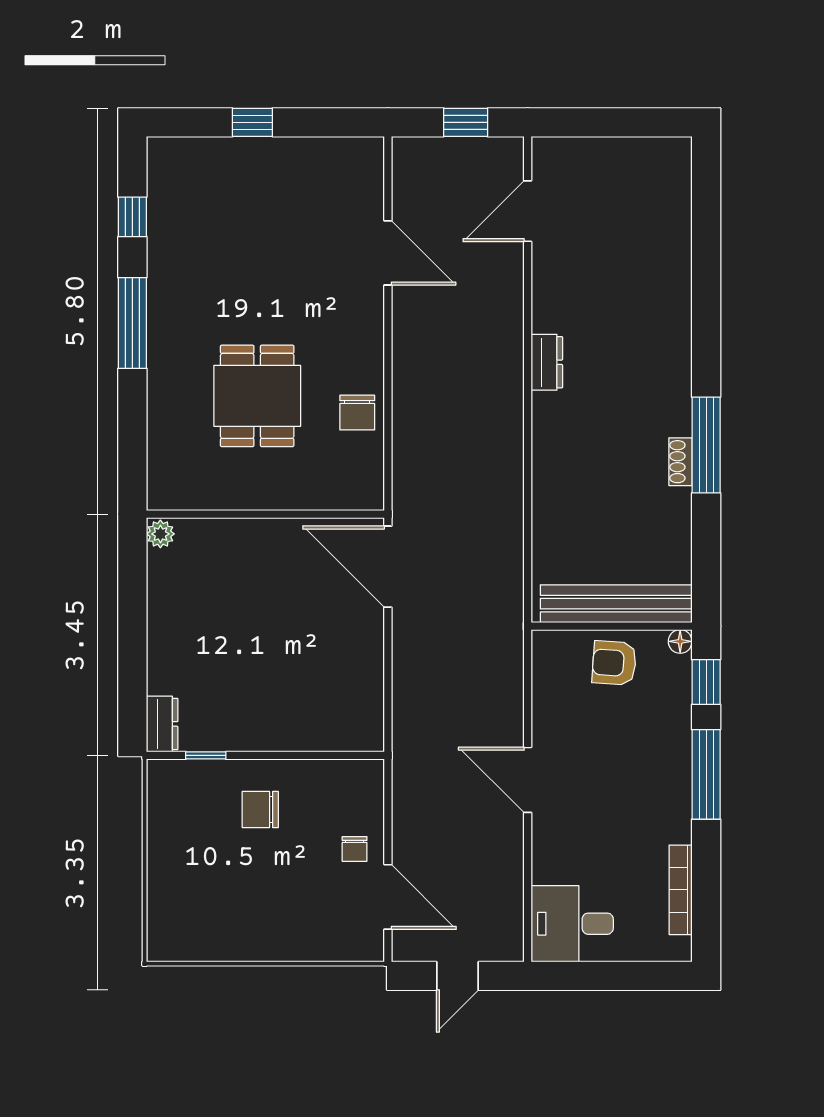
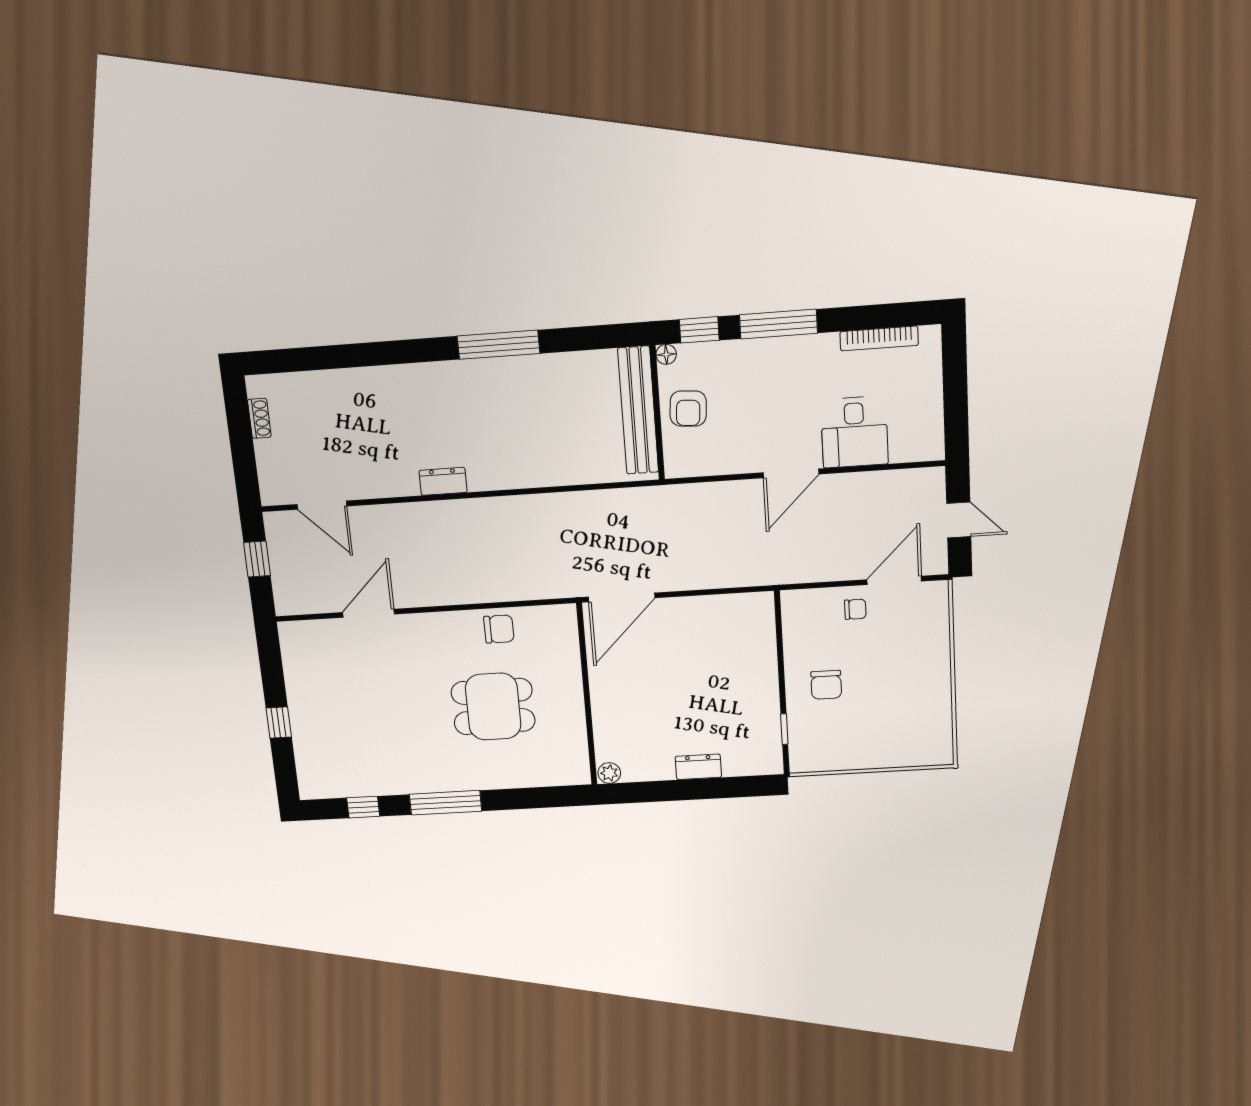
shoe rack: (680, 462) -> (259, 418), moved, turned -90
dresser: (162, 724) -> (698, 767), moved
desk: (572, 924) -> (855, 432), moved

